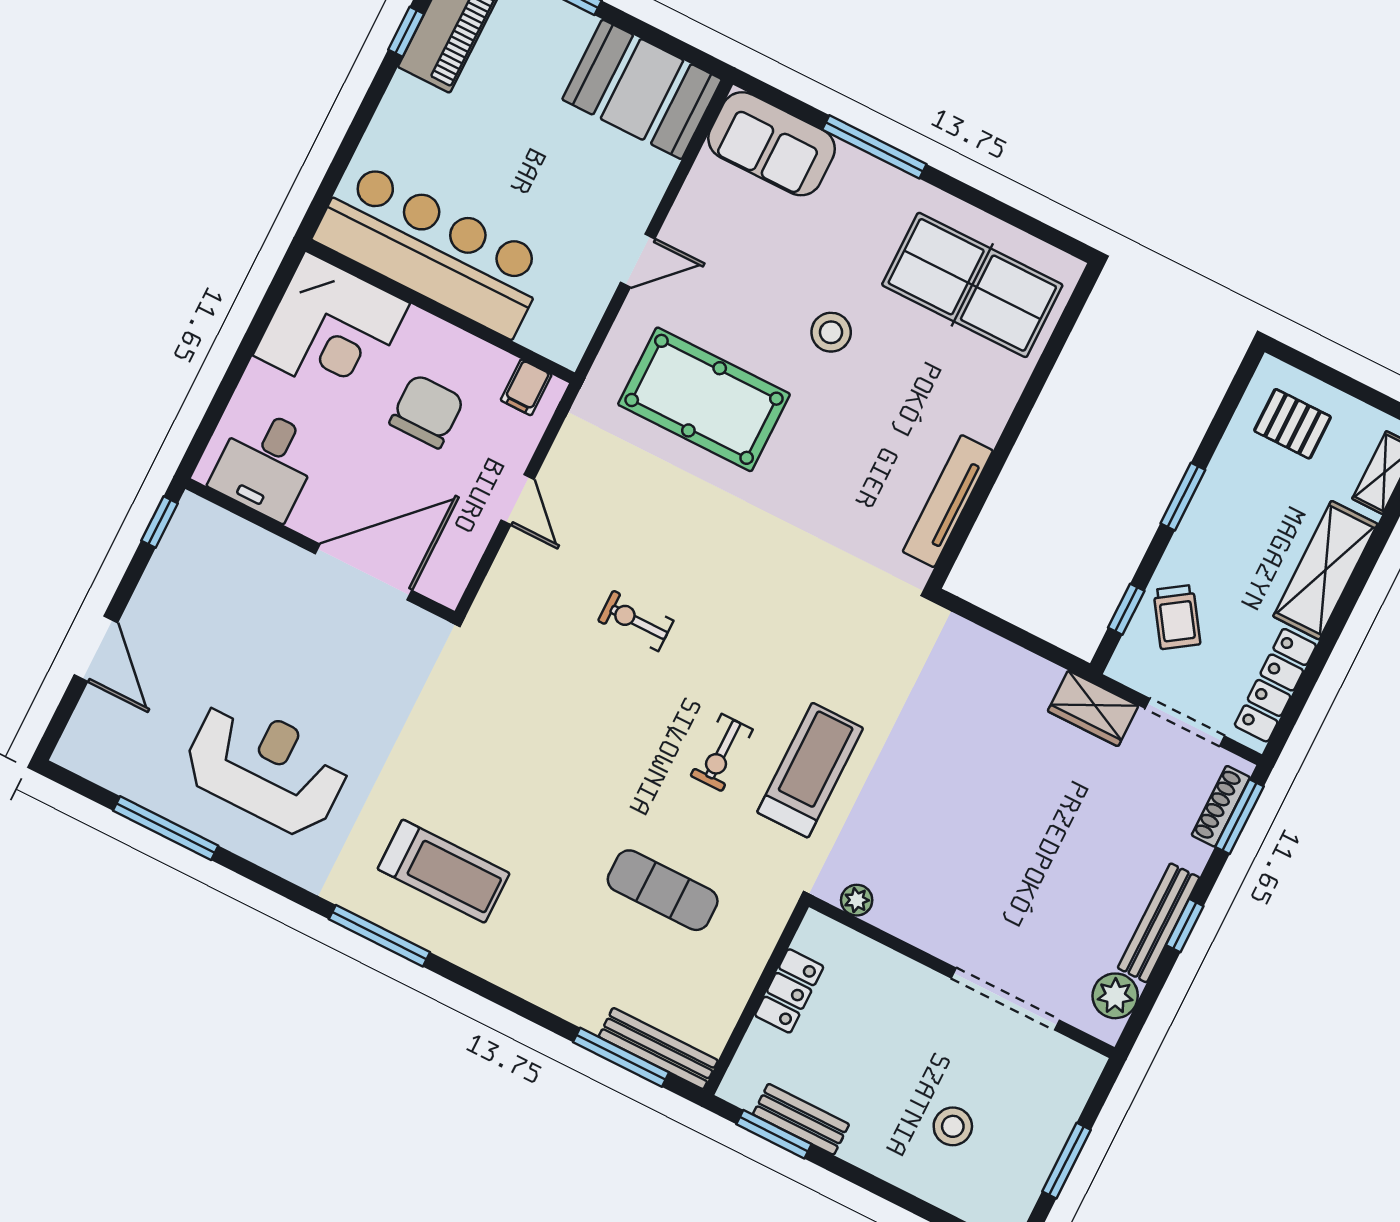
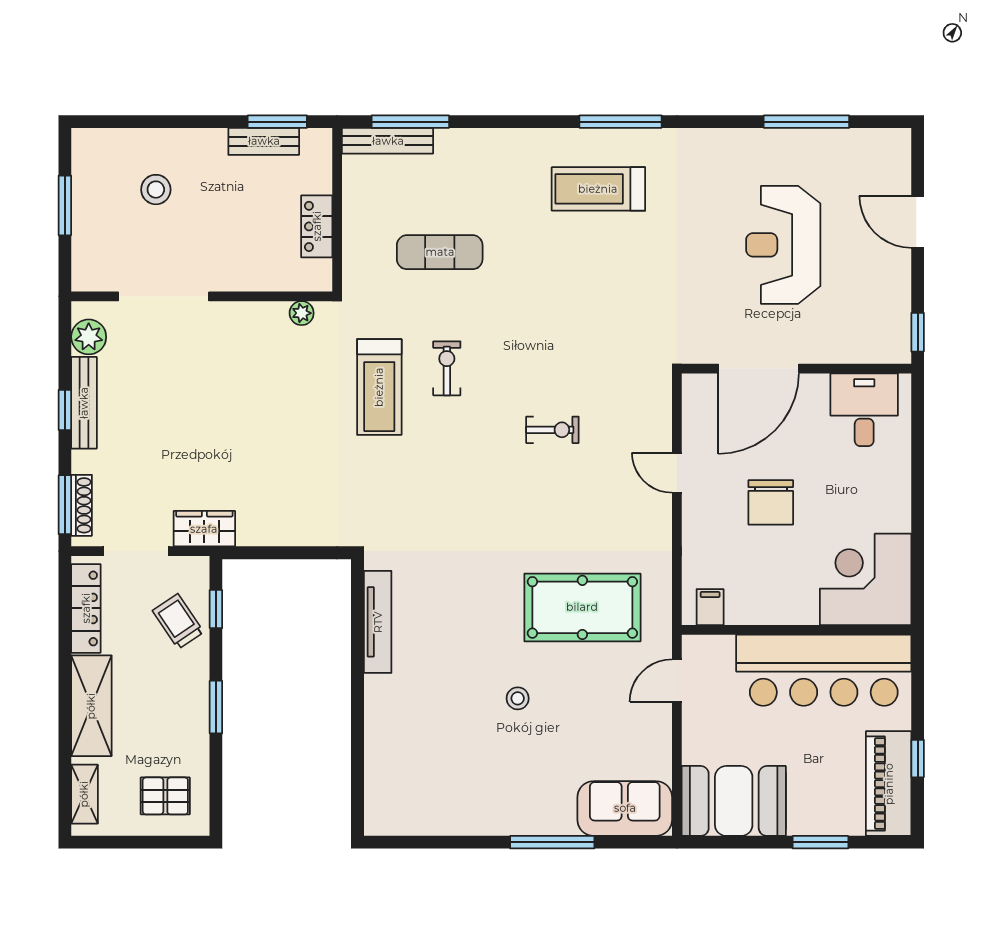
bar counter: (432, 249) -> (824, 670), moved
table tennis table: (972, 285) -> (436, 781), removed
wall: (440, 311) -> (796, 630), moved
corner desk: (331, 329) -> (866, 579), moved
stool: (831, 332) -> (518, 698), width x0.73, depth x0.73
filing cabinet: (526, 387) -> (710, 607), moved
reception desk: (266, 767) -> (783, 245), moved, turned 90

